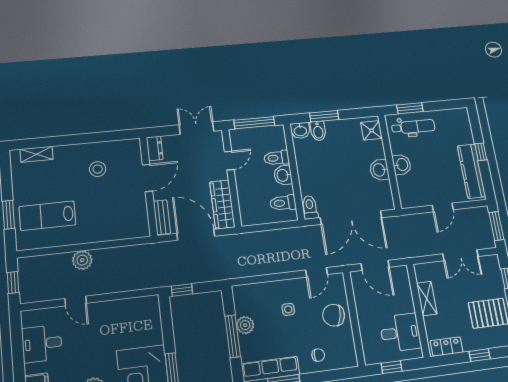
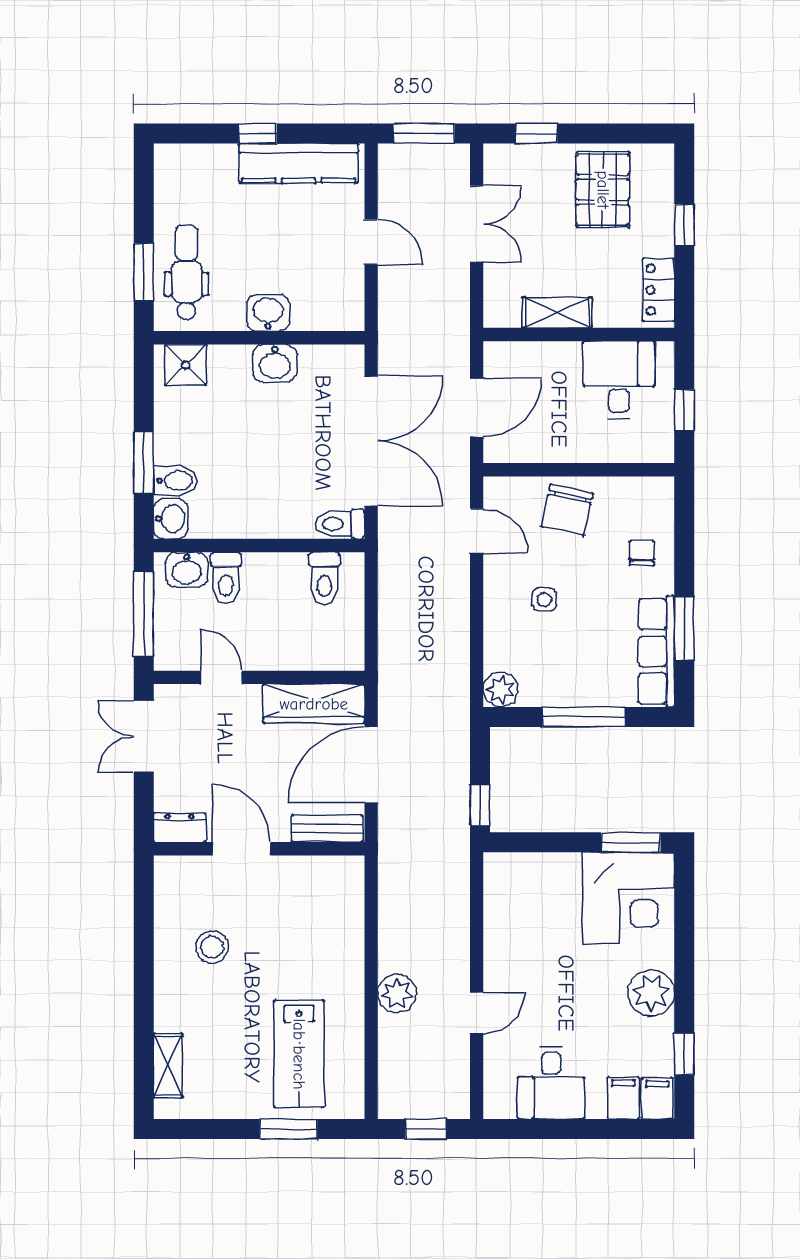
washbasin: (283, 175) -> (187, 570), moved
plant: (245, 325) -> (501, 690), moved

